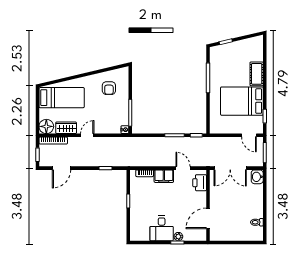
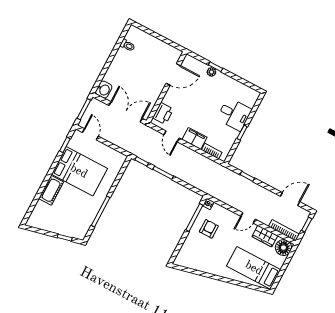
armchair: (109, 88) -> (209, 229), moved
desk: (162, 228) -> (234, 114), moved, turned 90

